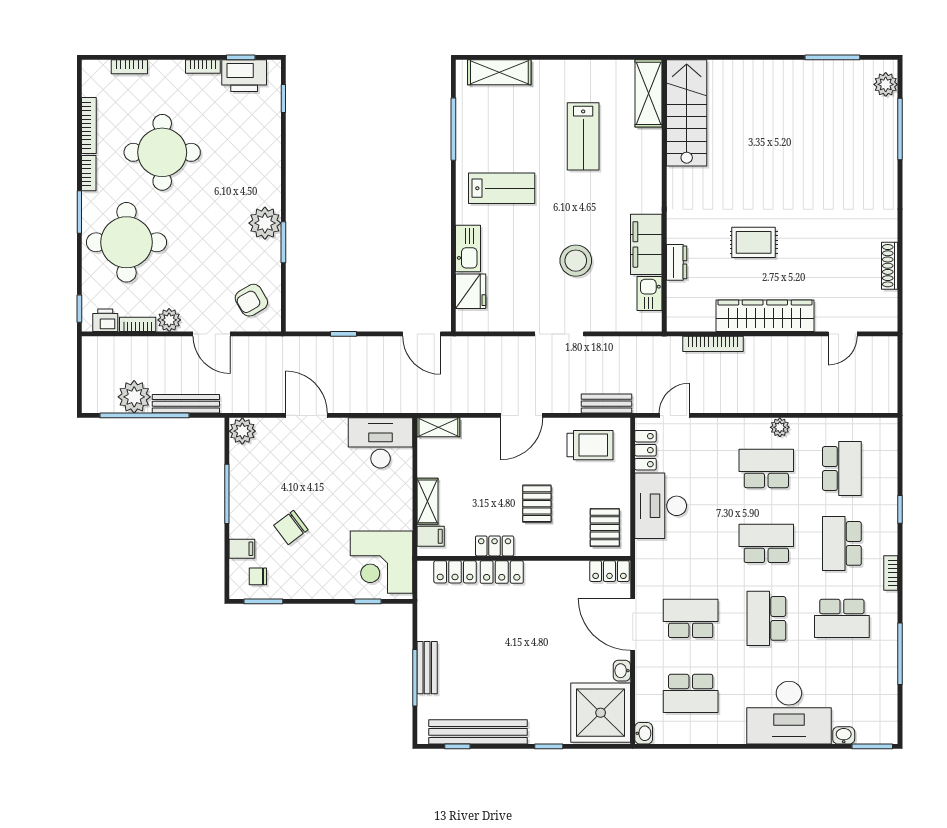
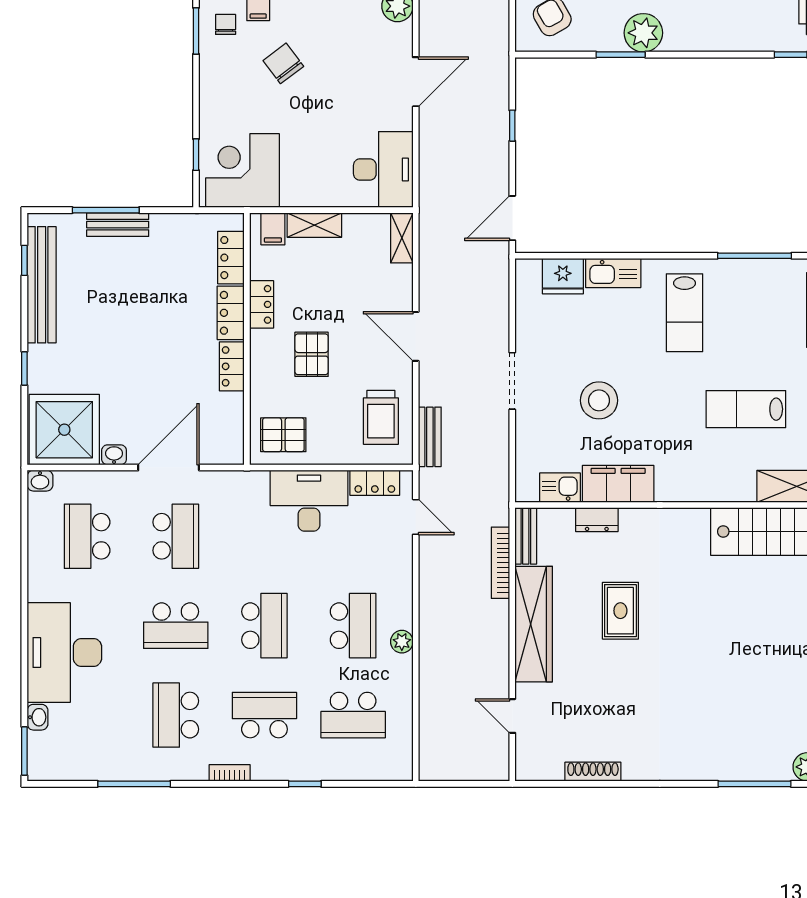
bench: (690, 322) -> (526, 536), added
pallet: (537, 504) -> (312, 354), turned 90
locker: (609, 571) -> (232, 366), moved
school desk: (766, 618) -> (176, 626), turned 180

